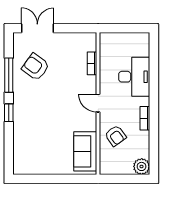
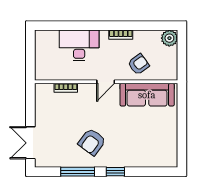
armchair: (35, 67) -> (92, 142), moved
sofa: (85, 151) -> (147, 95), width x1.36

